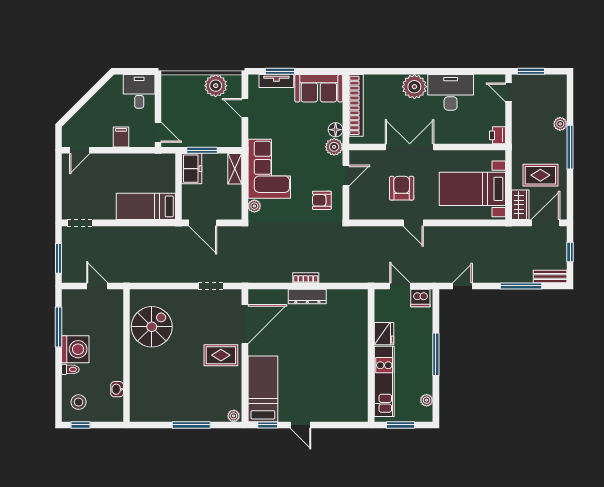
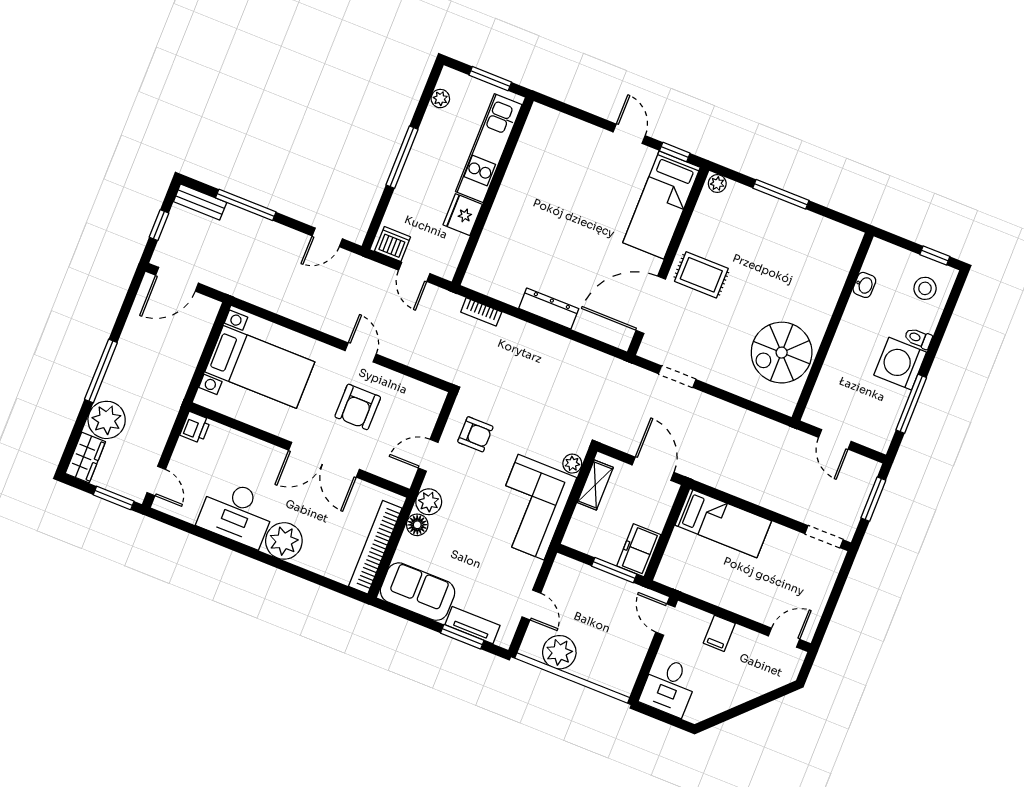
plant: (560, 124) -> (107, 420), width x1.87, depth x1.87
shelving: (235, 169) -> (595, 485), moved
rug: (540, 175) -> (158, 348), removed
wardrobe: (520, 205) -> (85, 457), moved, turned 180
bookcase: (306, 278) -> (481, 312), moved

